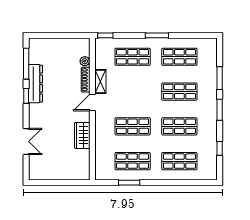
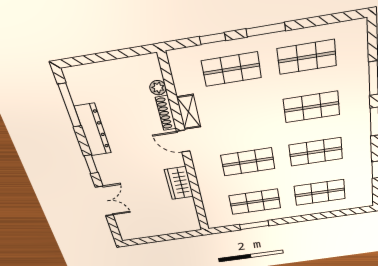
window: (105, 35) -> (213, 39), moved
window: (26, 96) -> (91, 164), moved
door: (92, 102) -> (183, 141), hinge flipped

